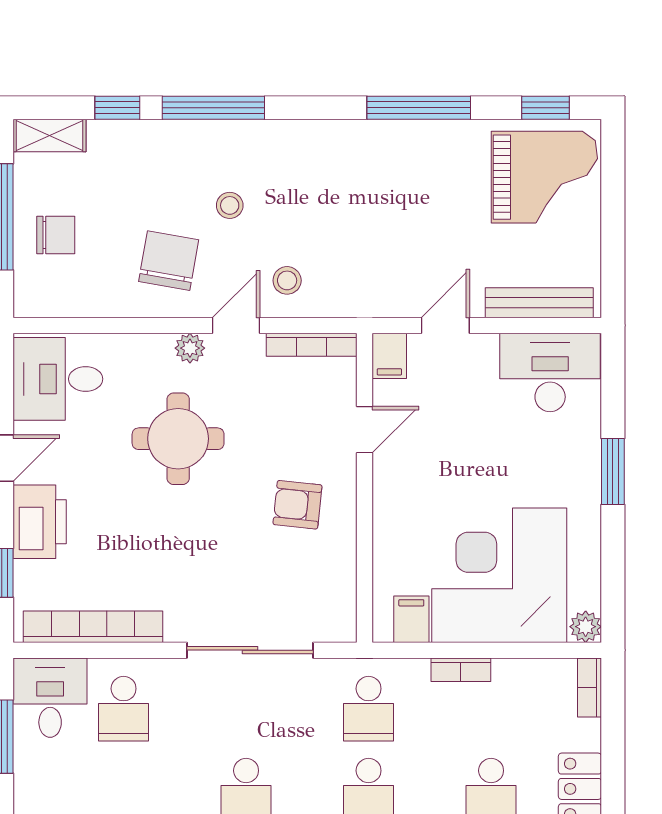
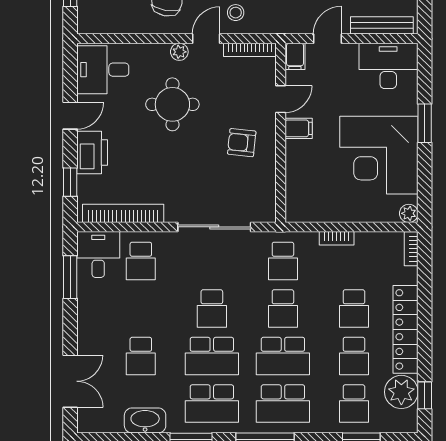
corner desk: (499, 575) -> (379, 155), moved, turned -90
filing cabinet: (411, 619) -> (299, 128), moved, turned 90

